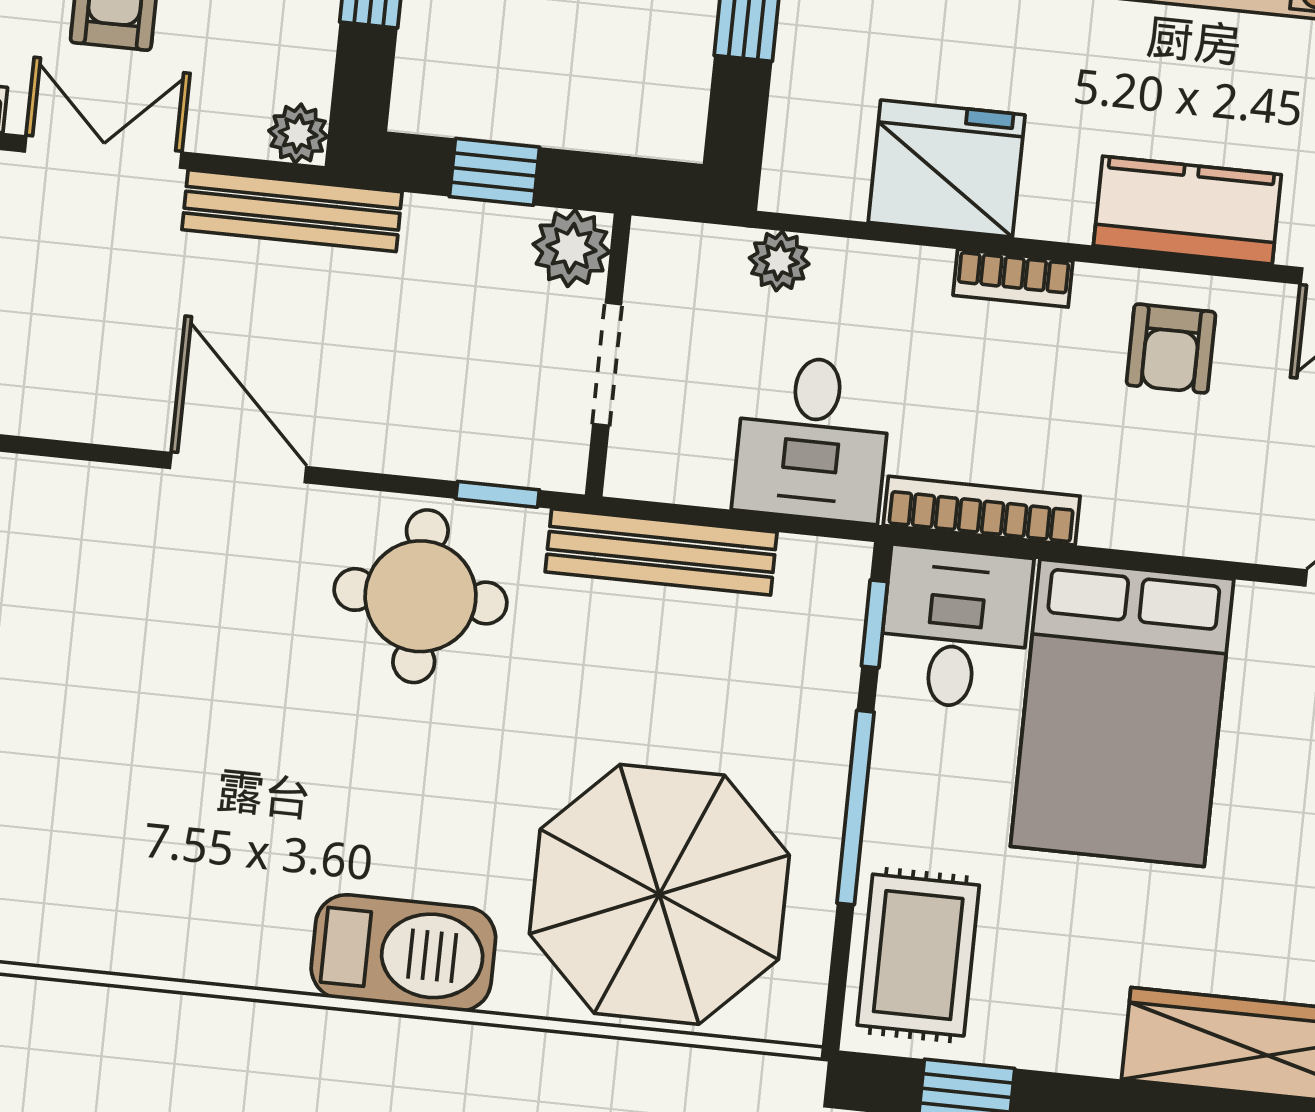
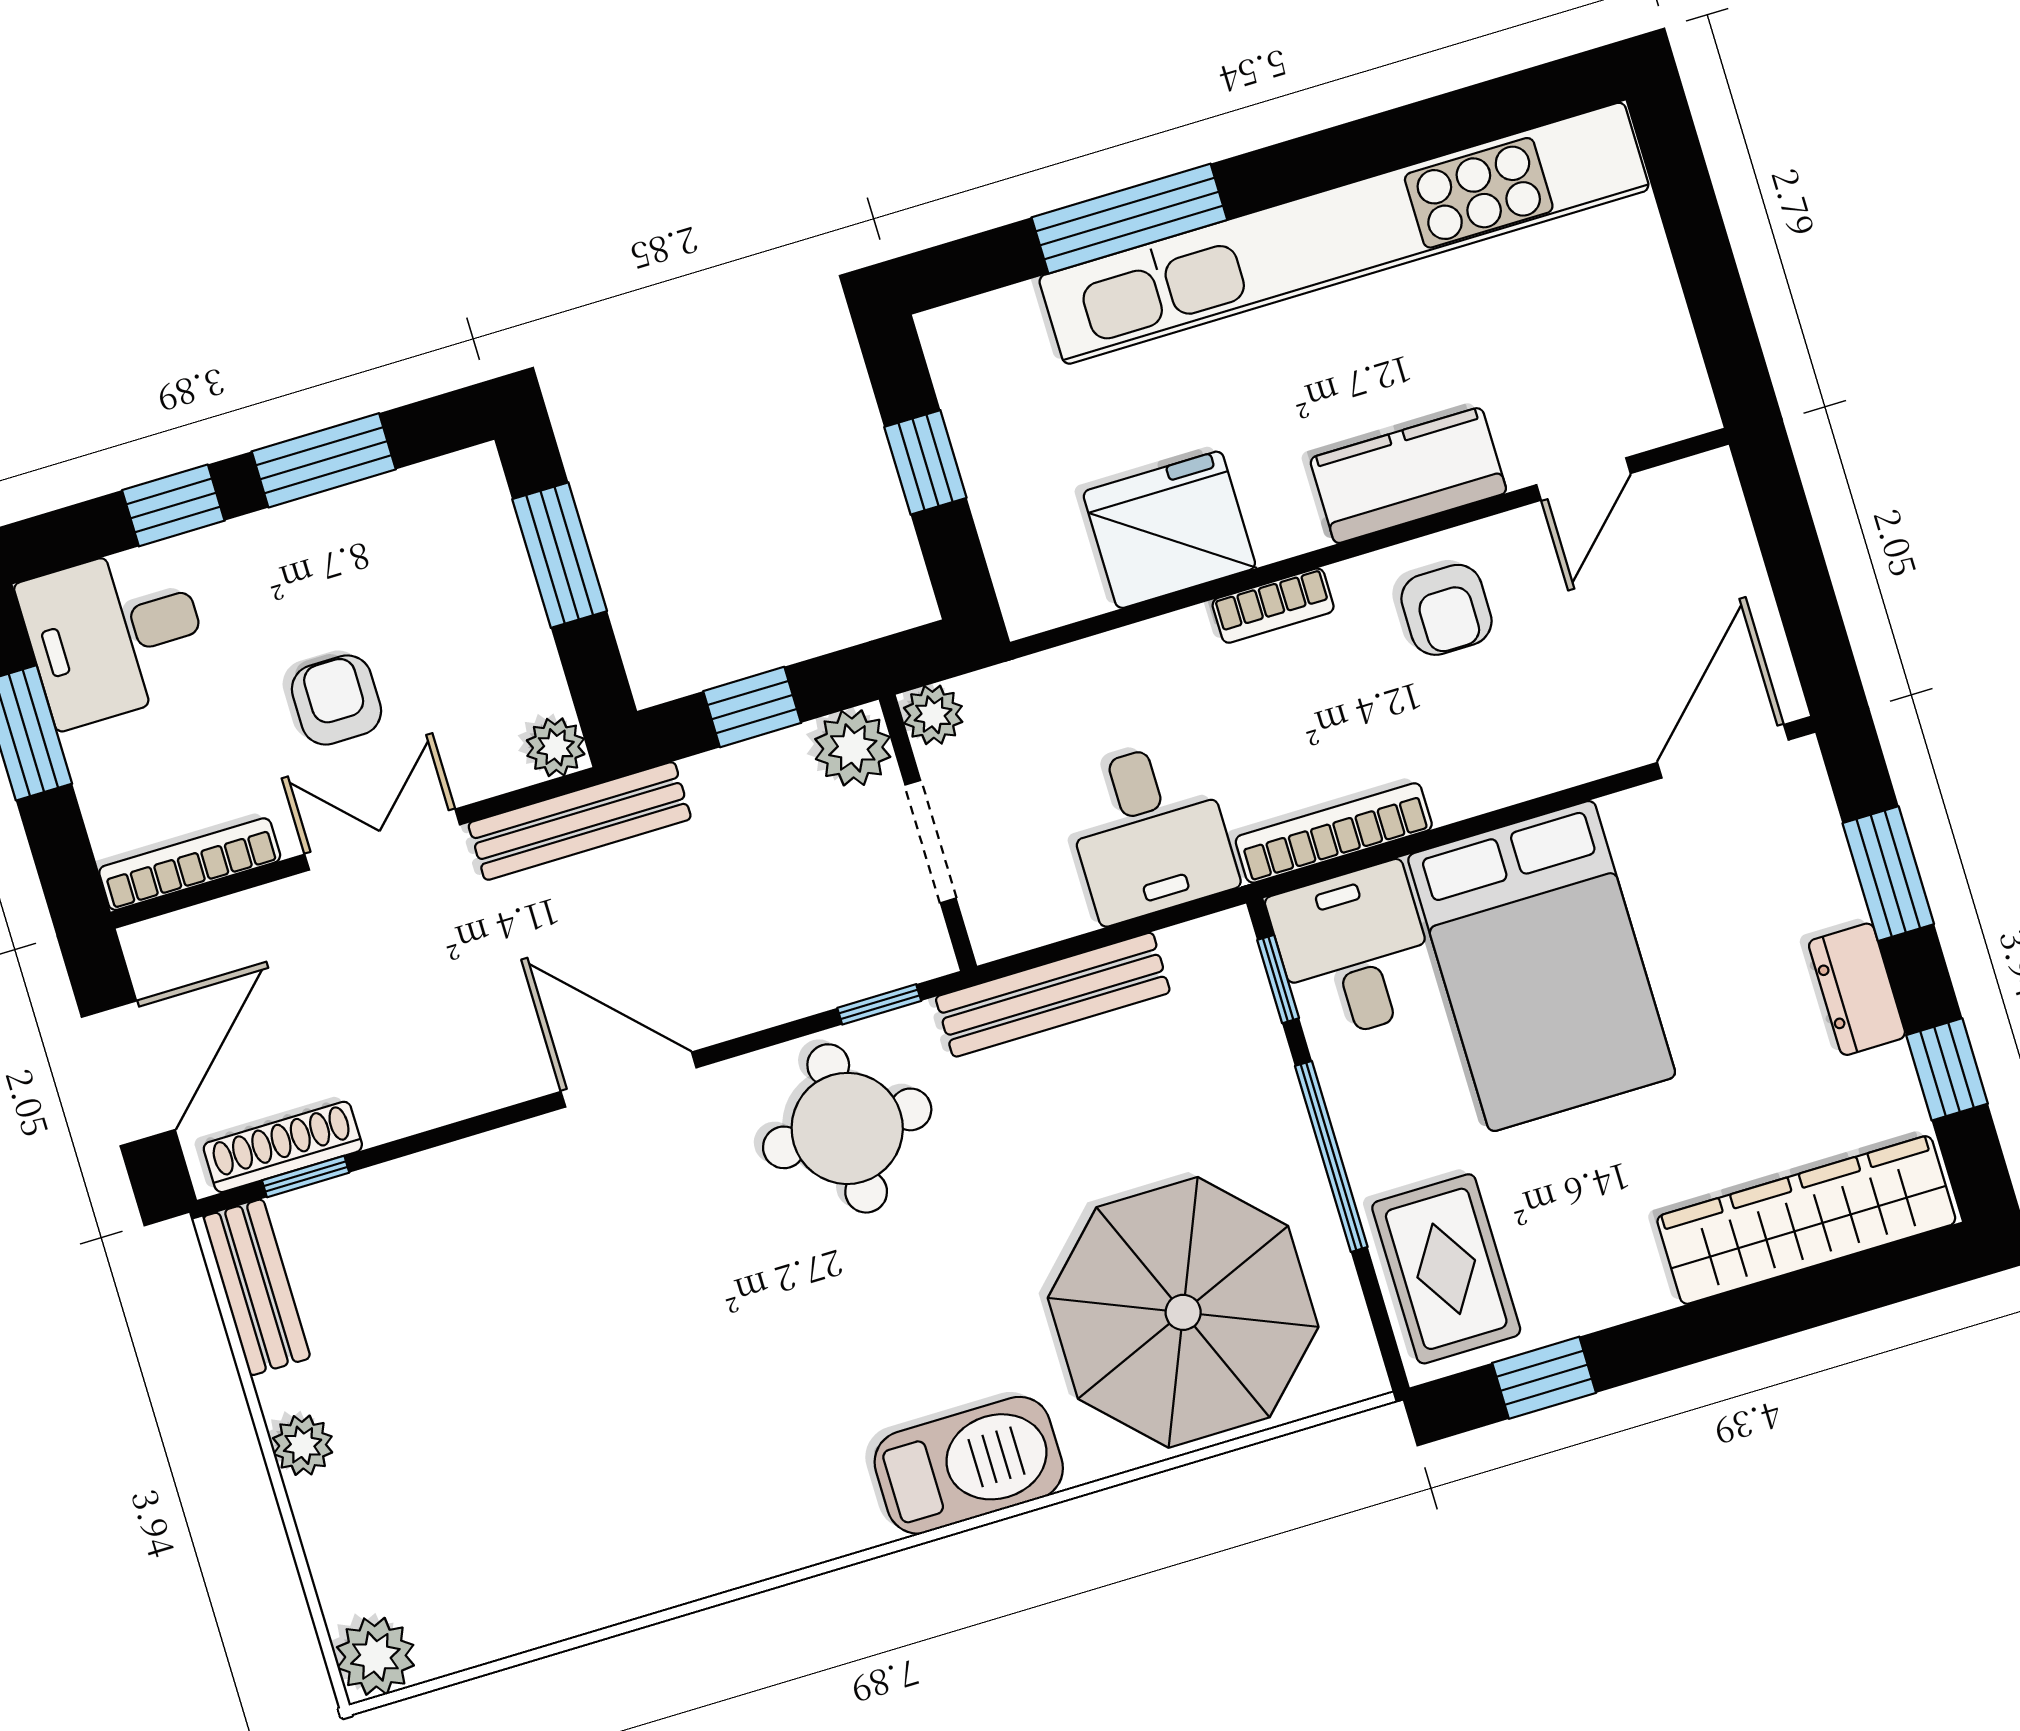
plant: (779, 261) -> (933, 715), moved

